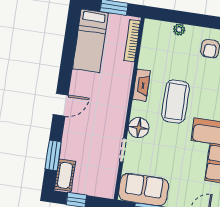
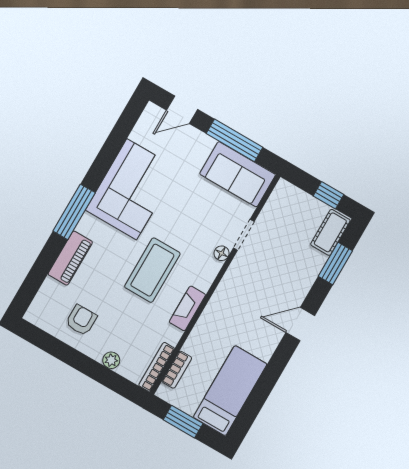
bookcase: (147, 37) -> (157, 367), added
bookcase: (132, 41) -> (177, 370), width x0.64
floor lamp: (139, 128) -> (222, 253), width x0.53, depth x0.53

